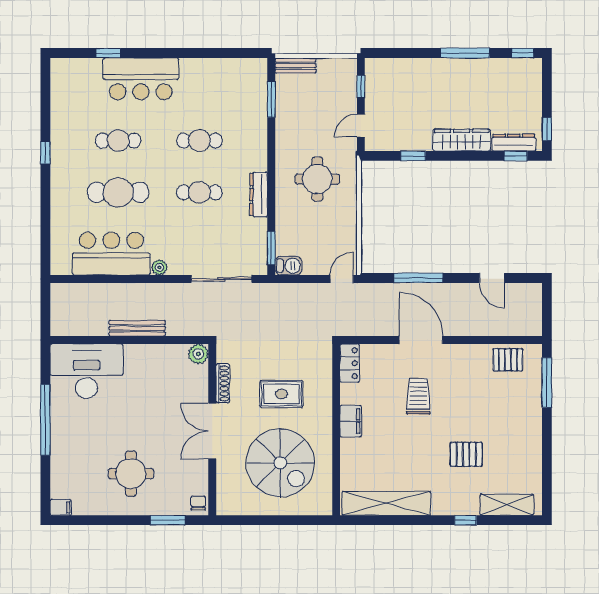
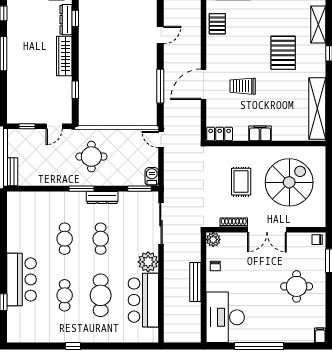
window: (271, 99) -> (82, 189), moved
door: (361, 126) -> (54, 126), hinge flipped
plant: (159, 267) -> (148, 262), width x1.88, depth x1.88
chair: (160, 357) -> (215, 266), added
pallet: (466, 454) -> (283, 53), width x1.50, depth x1.42

